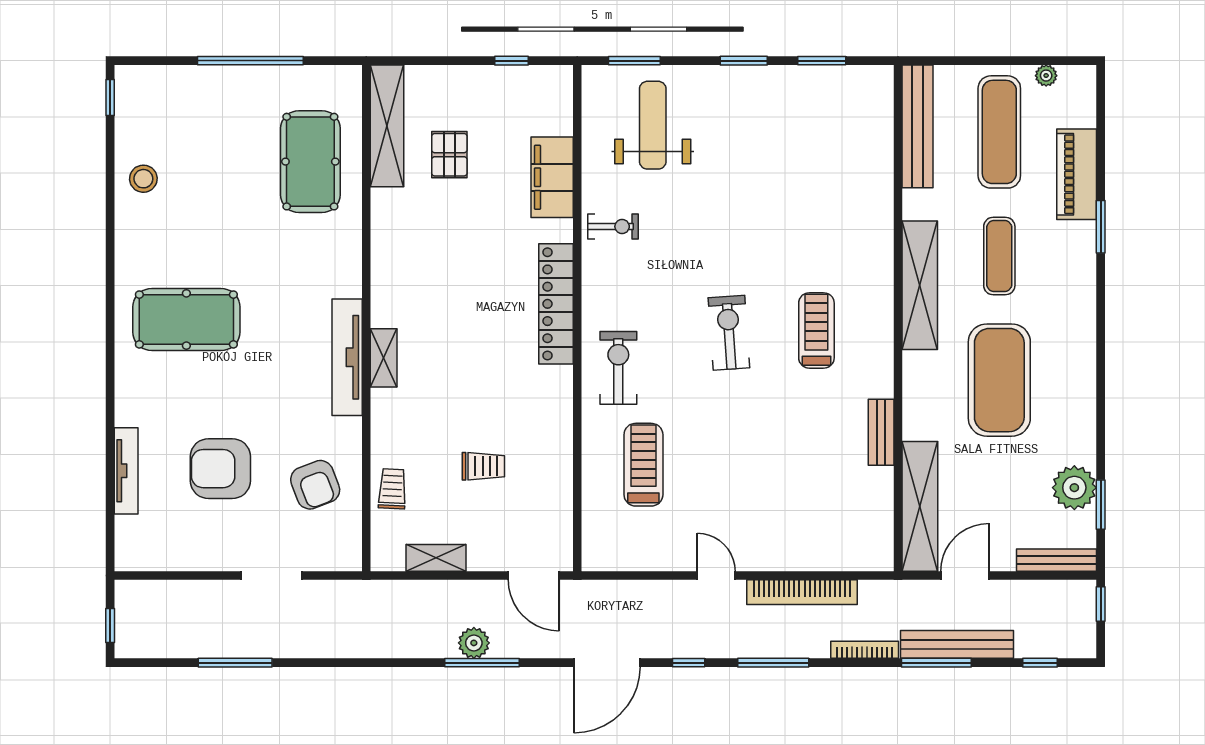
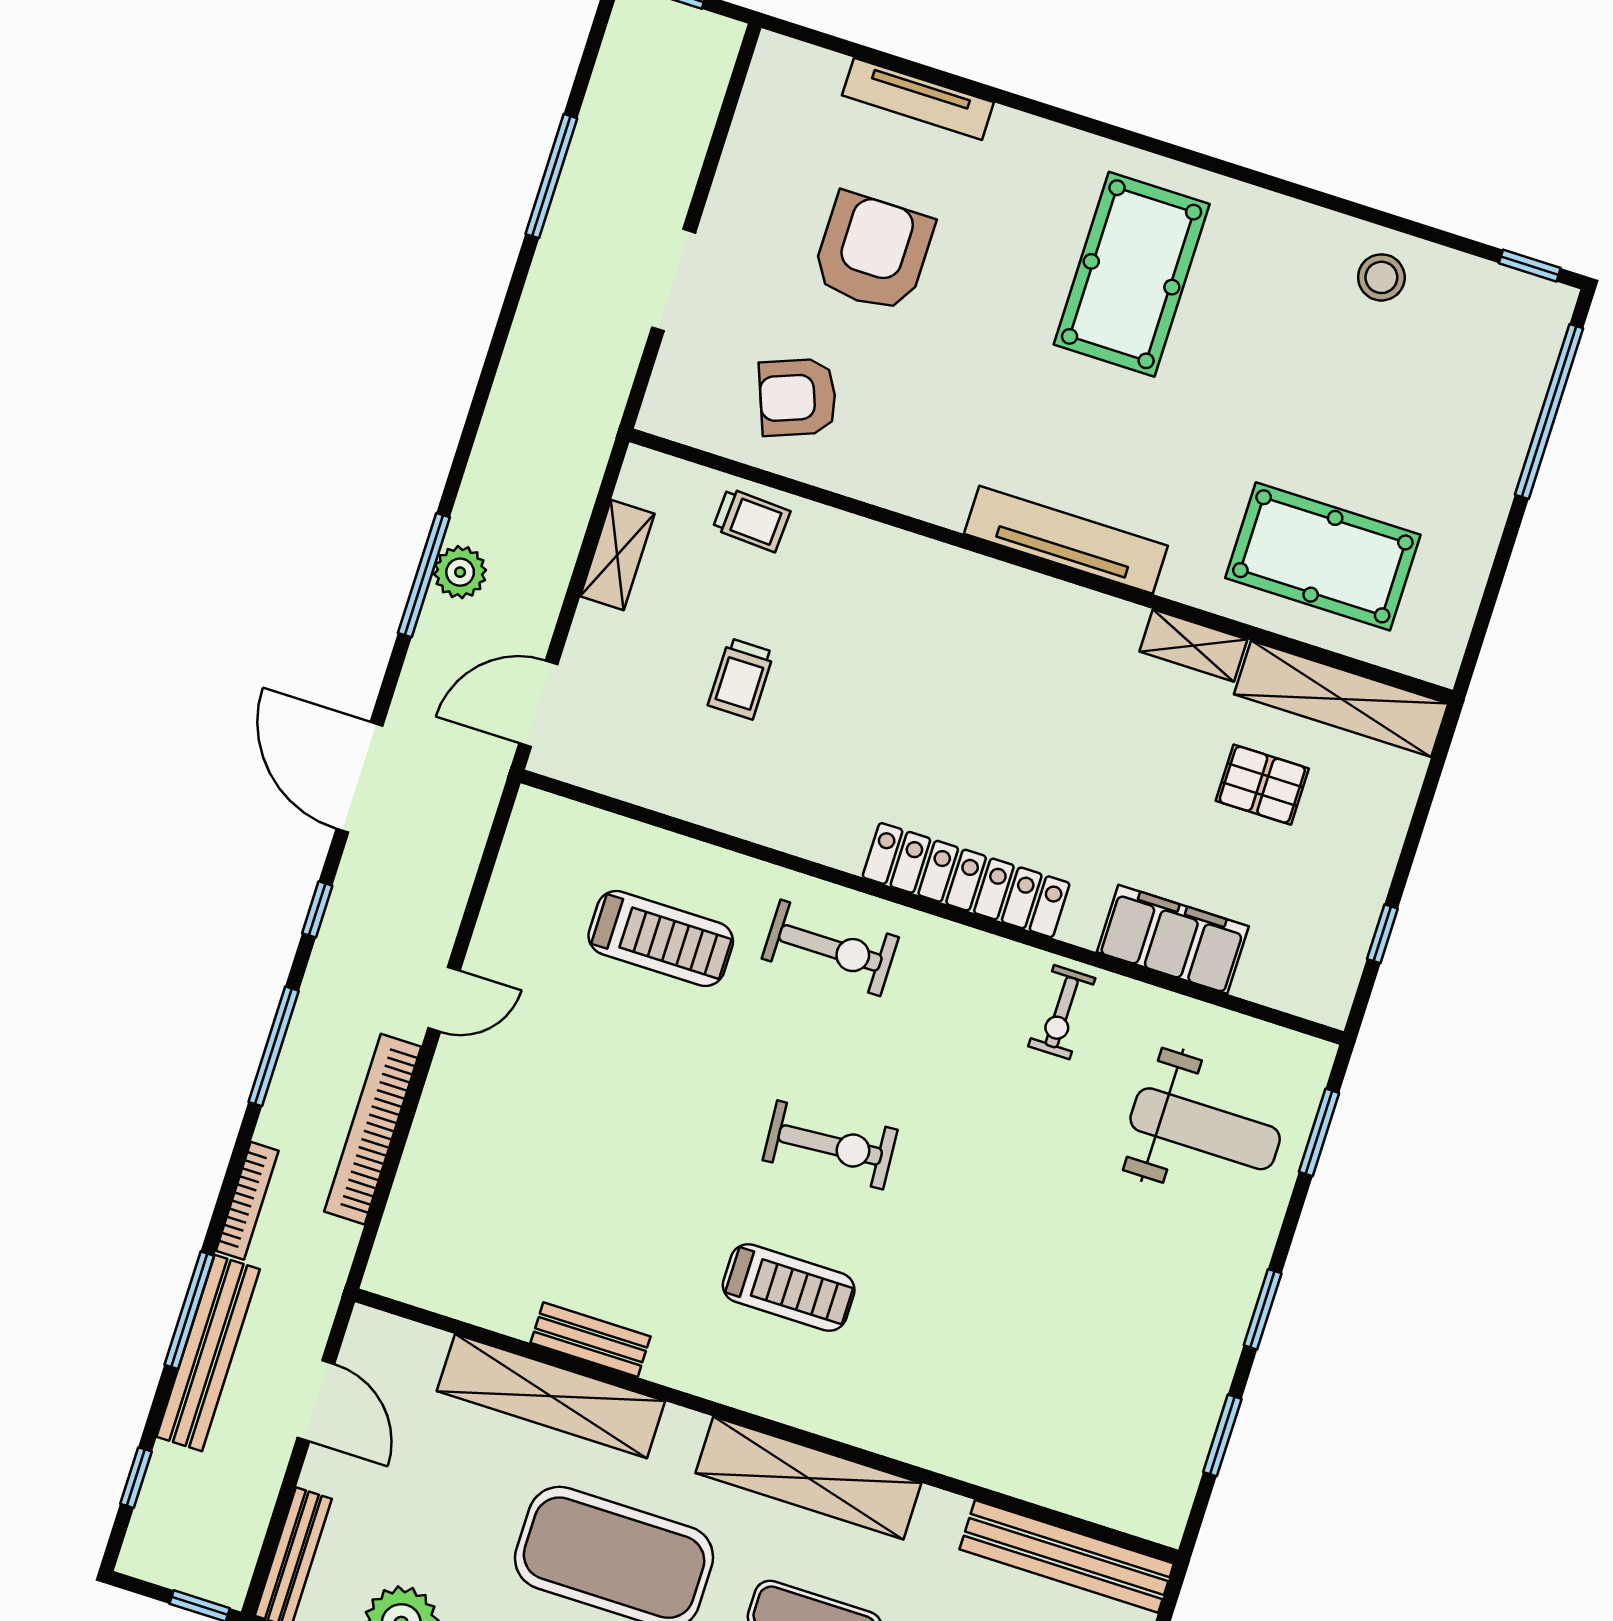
window: (250, 61) -> (1549, 411), moved
tv unit: (347, 357) -> (1066, 540), moved
shelving: (384, 358) -> (1193, 645), moved
shelving: (920, 506) -> (551, 1396), moved

